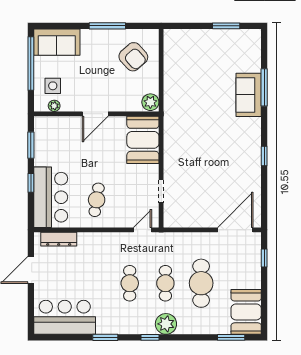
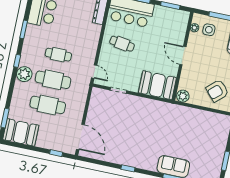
cafe table: (165, 283) -> (53, 80), width x1.37, depth x1.35

